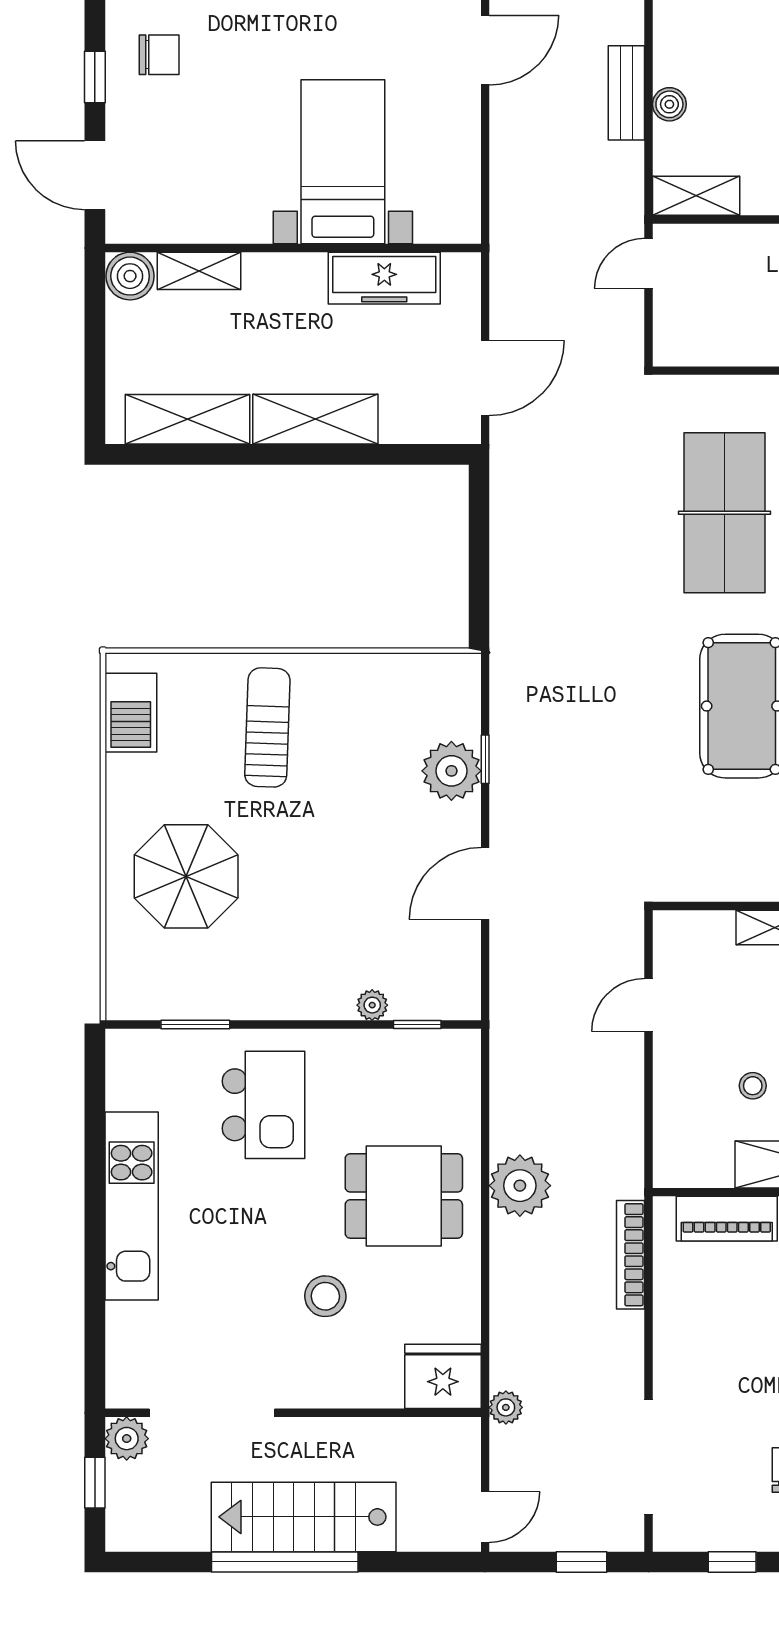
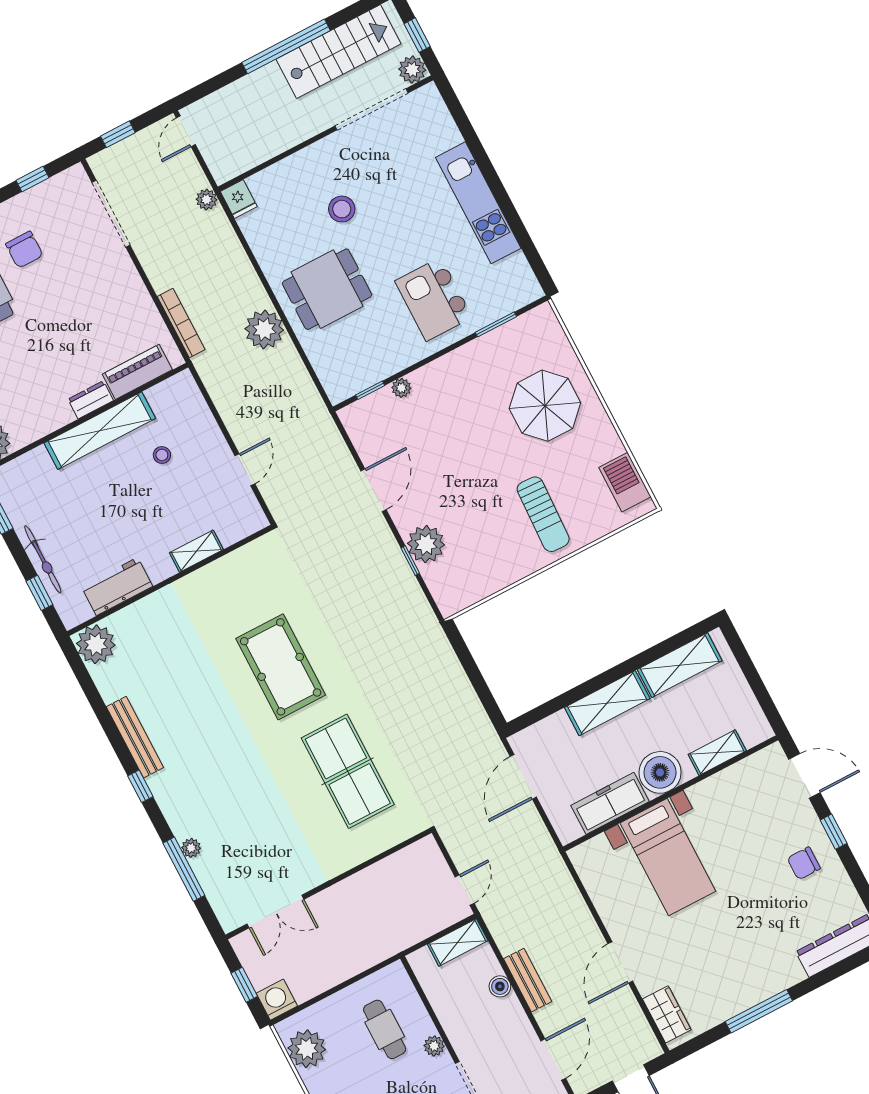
boiler: (130, 276) -> (660, 772), moved, width x1.37, depth x1.37
fridge: (443, 1376) -> (239, 199), width x0.53, depth x0.75
stairs: (304, 1517) -> (338, 51), moved

